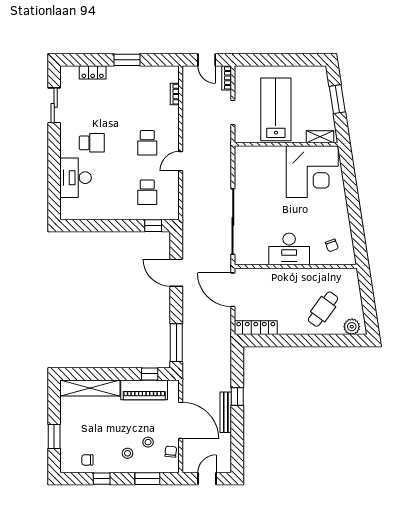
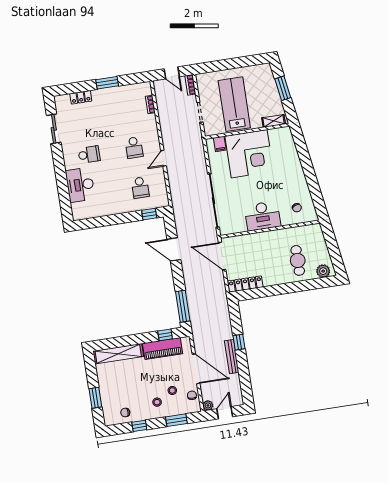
filing cabinet: (251, 154) -> (220, 144), added
corner desk: (312, 172) -> (249, 154), moved
cafe table: (323, 309) -> (298, 260), turned -36
plant: (188, 467) -> (208, 405), added

